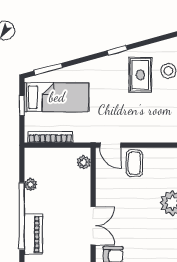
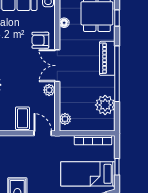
plant: (31, 184) -> (105, 105), width x1.88, depth x1.88
plant: (103, 197) -> (49, 90), added

